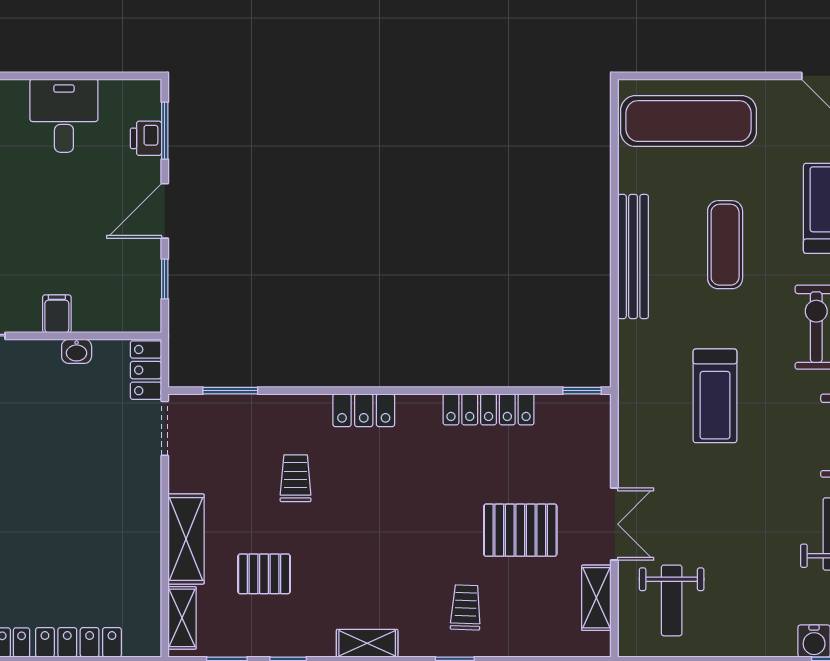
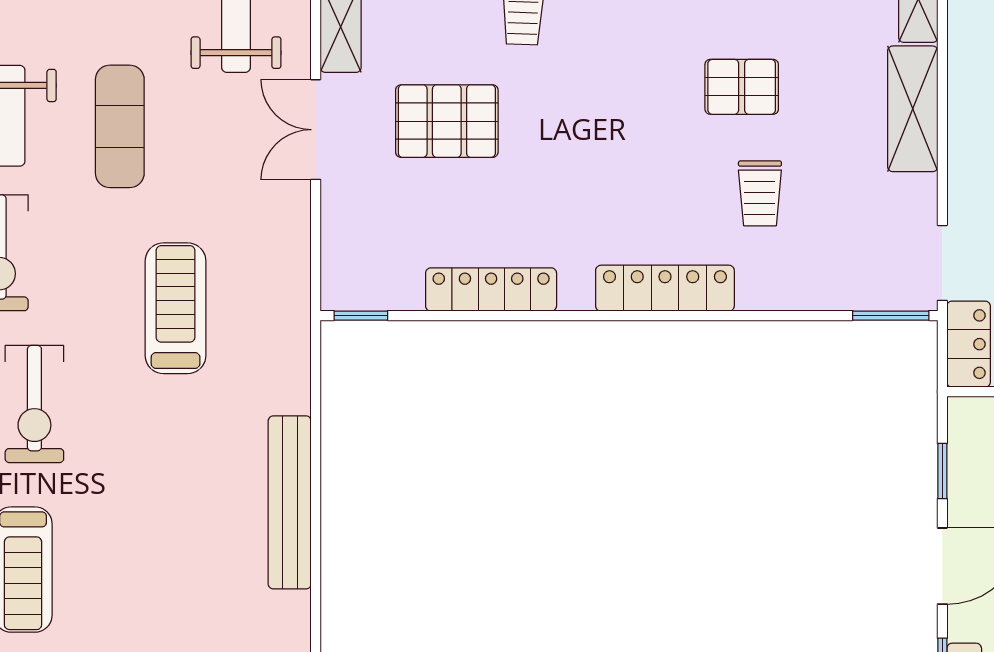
exercise mat: (725, 245) -> (120, 126), moved
window: (230, 391) -> (891, 316), moved
locker: (364, 410) -> (665, 288), width x1.53
pallet: (264, 574) -> (742, 87), moved

